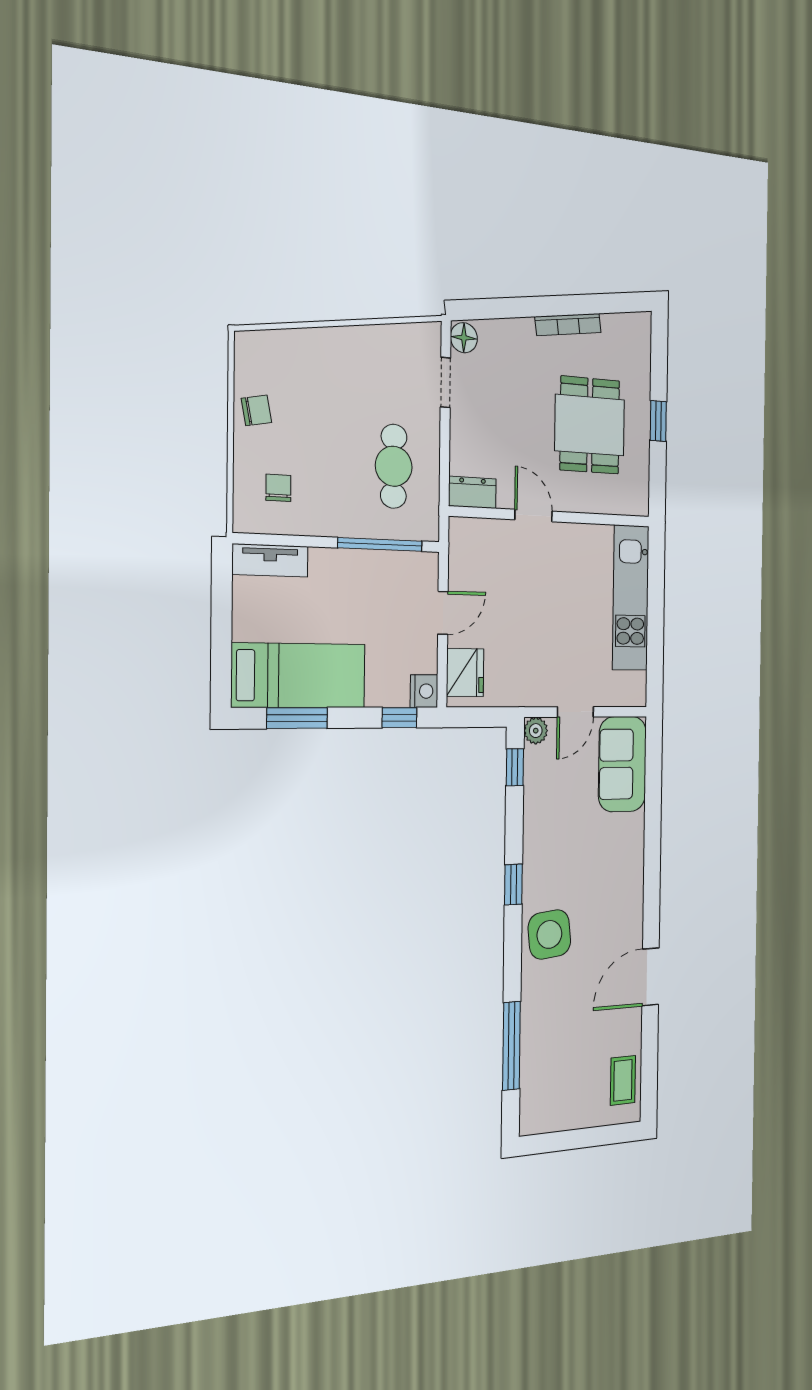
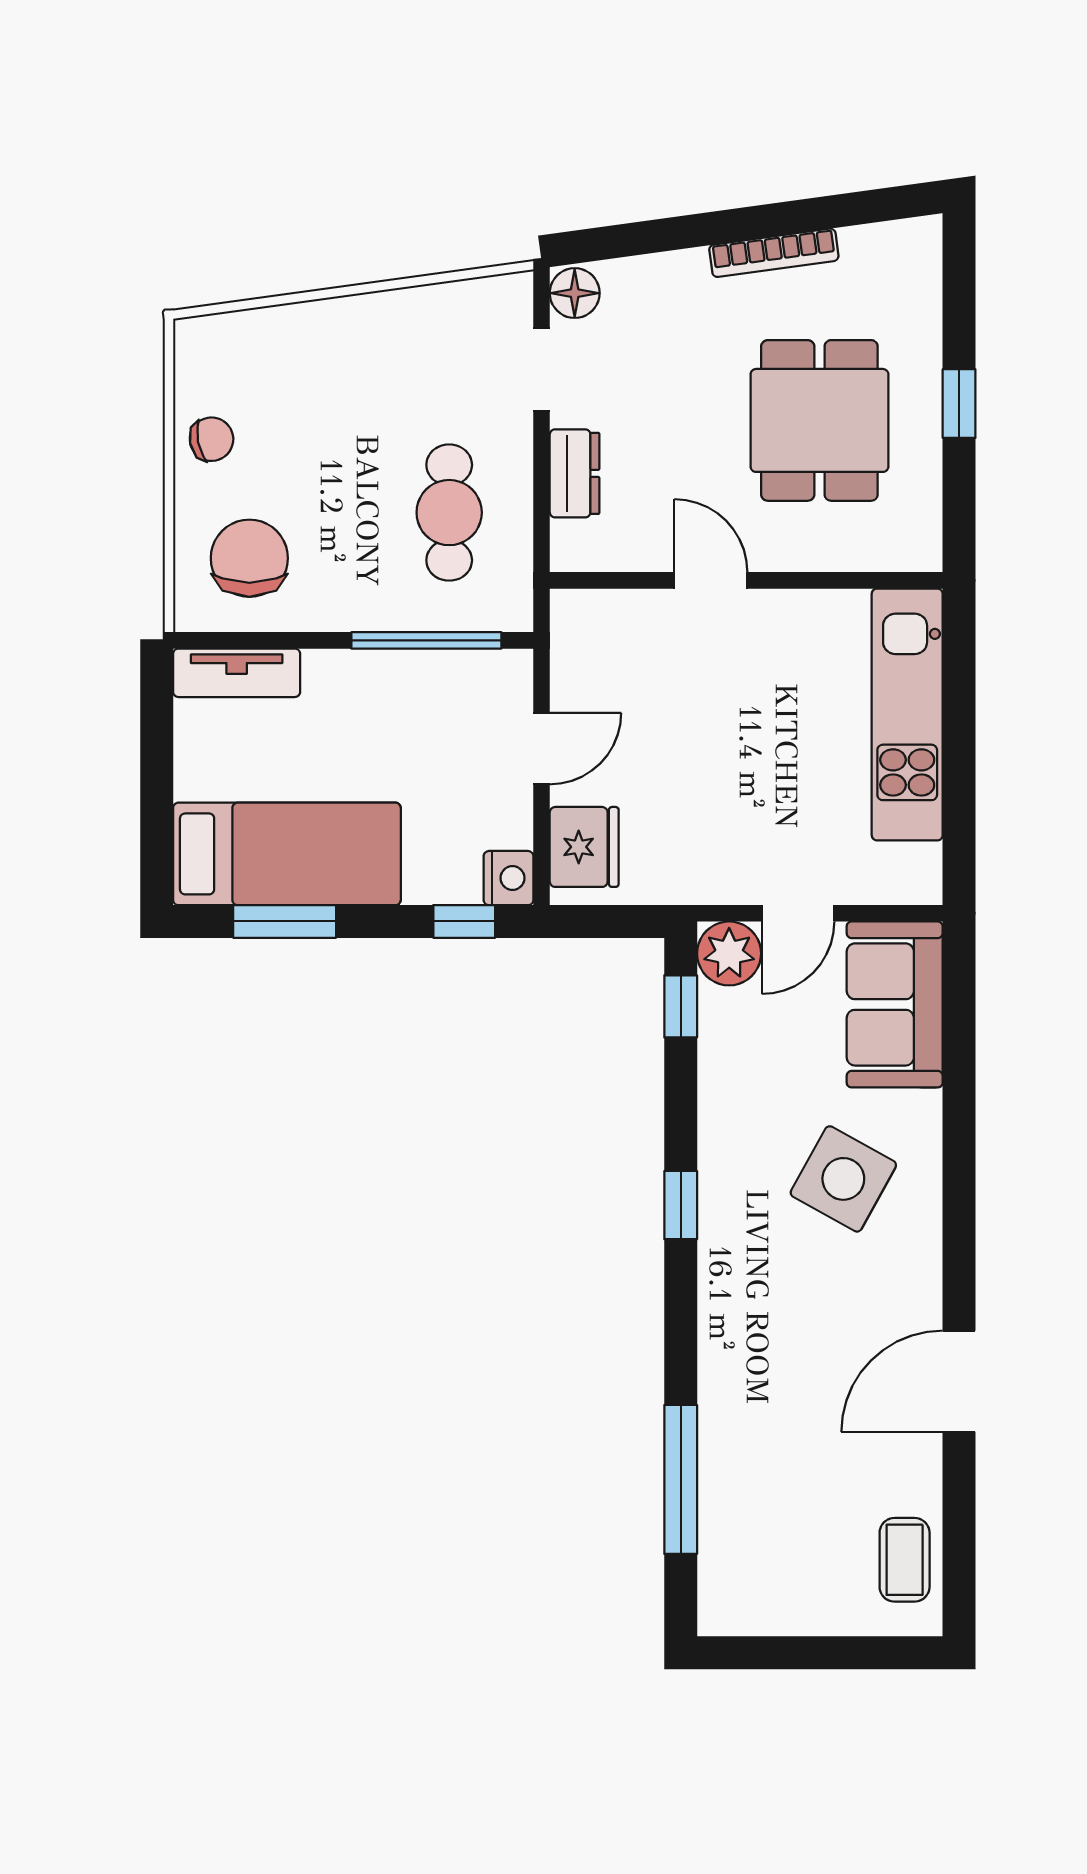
chair: (278, 488) -> (249, 558), width x1.87, depth x1.87
dresser: (472, 492) -> (575, 473), moved, turned 90
plant: (536, 731) -> (729, 953), width x1.38, depth x1.38
side table: (549, 934) -> (843, 1179), moved, turned 35

